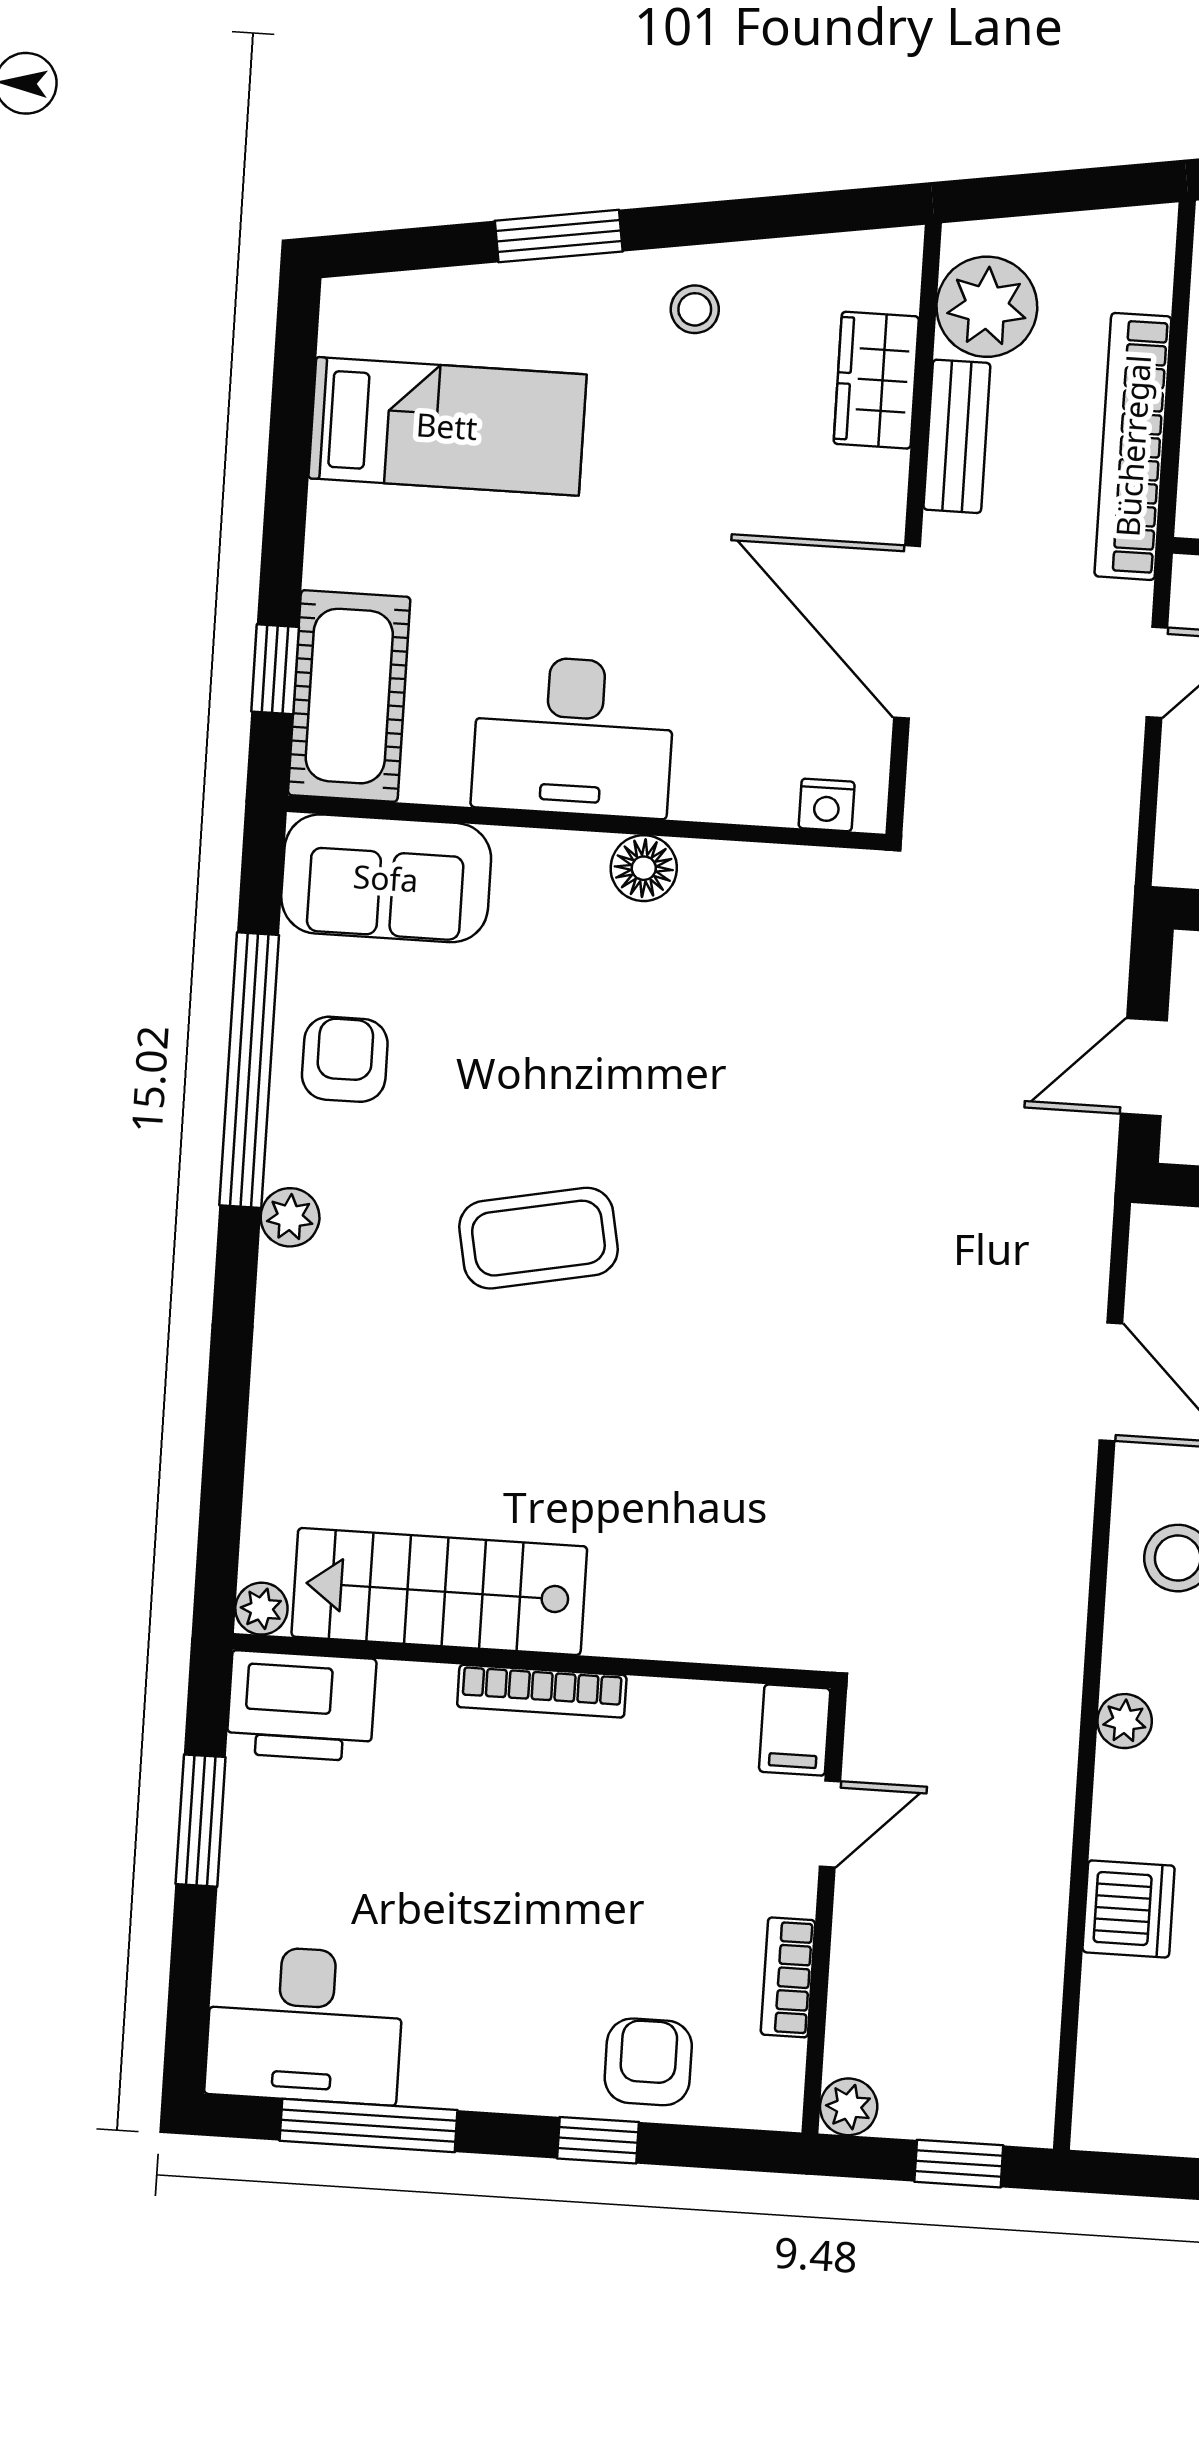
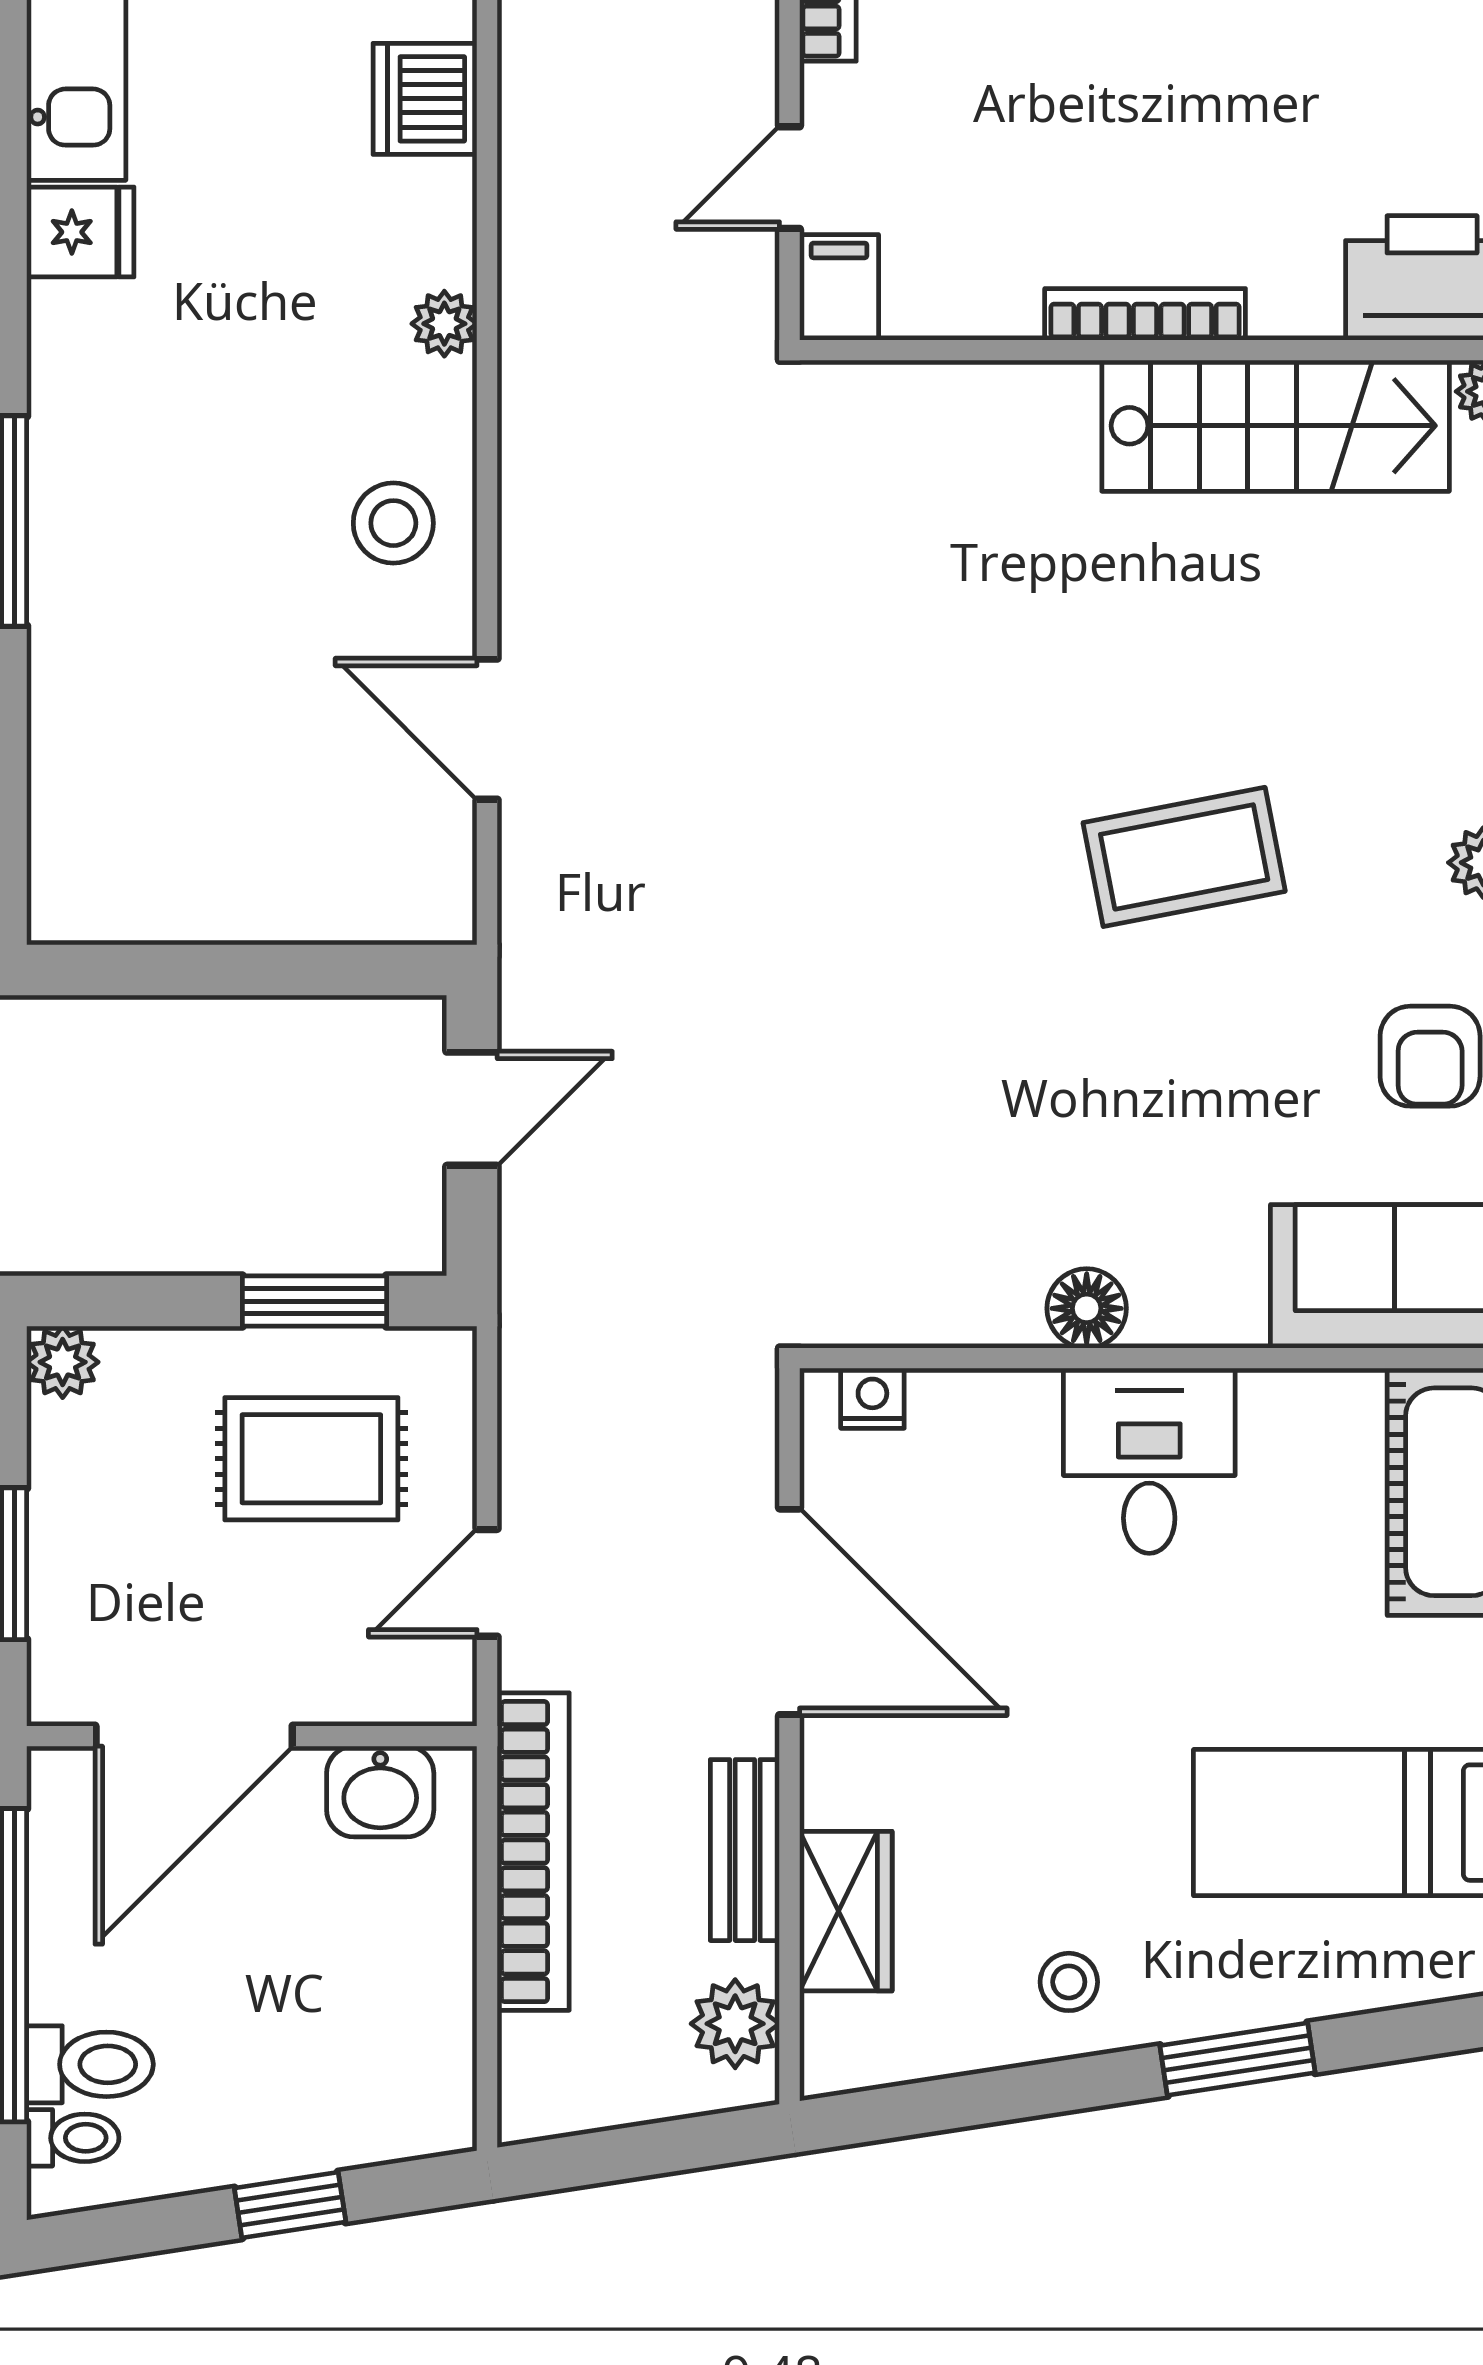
plant: (987, 307) -> (735, 2024), width x0.73, depth x0.73
desk: (573, 736) -> (1149, 1461), width x0.73

